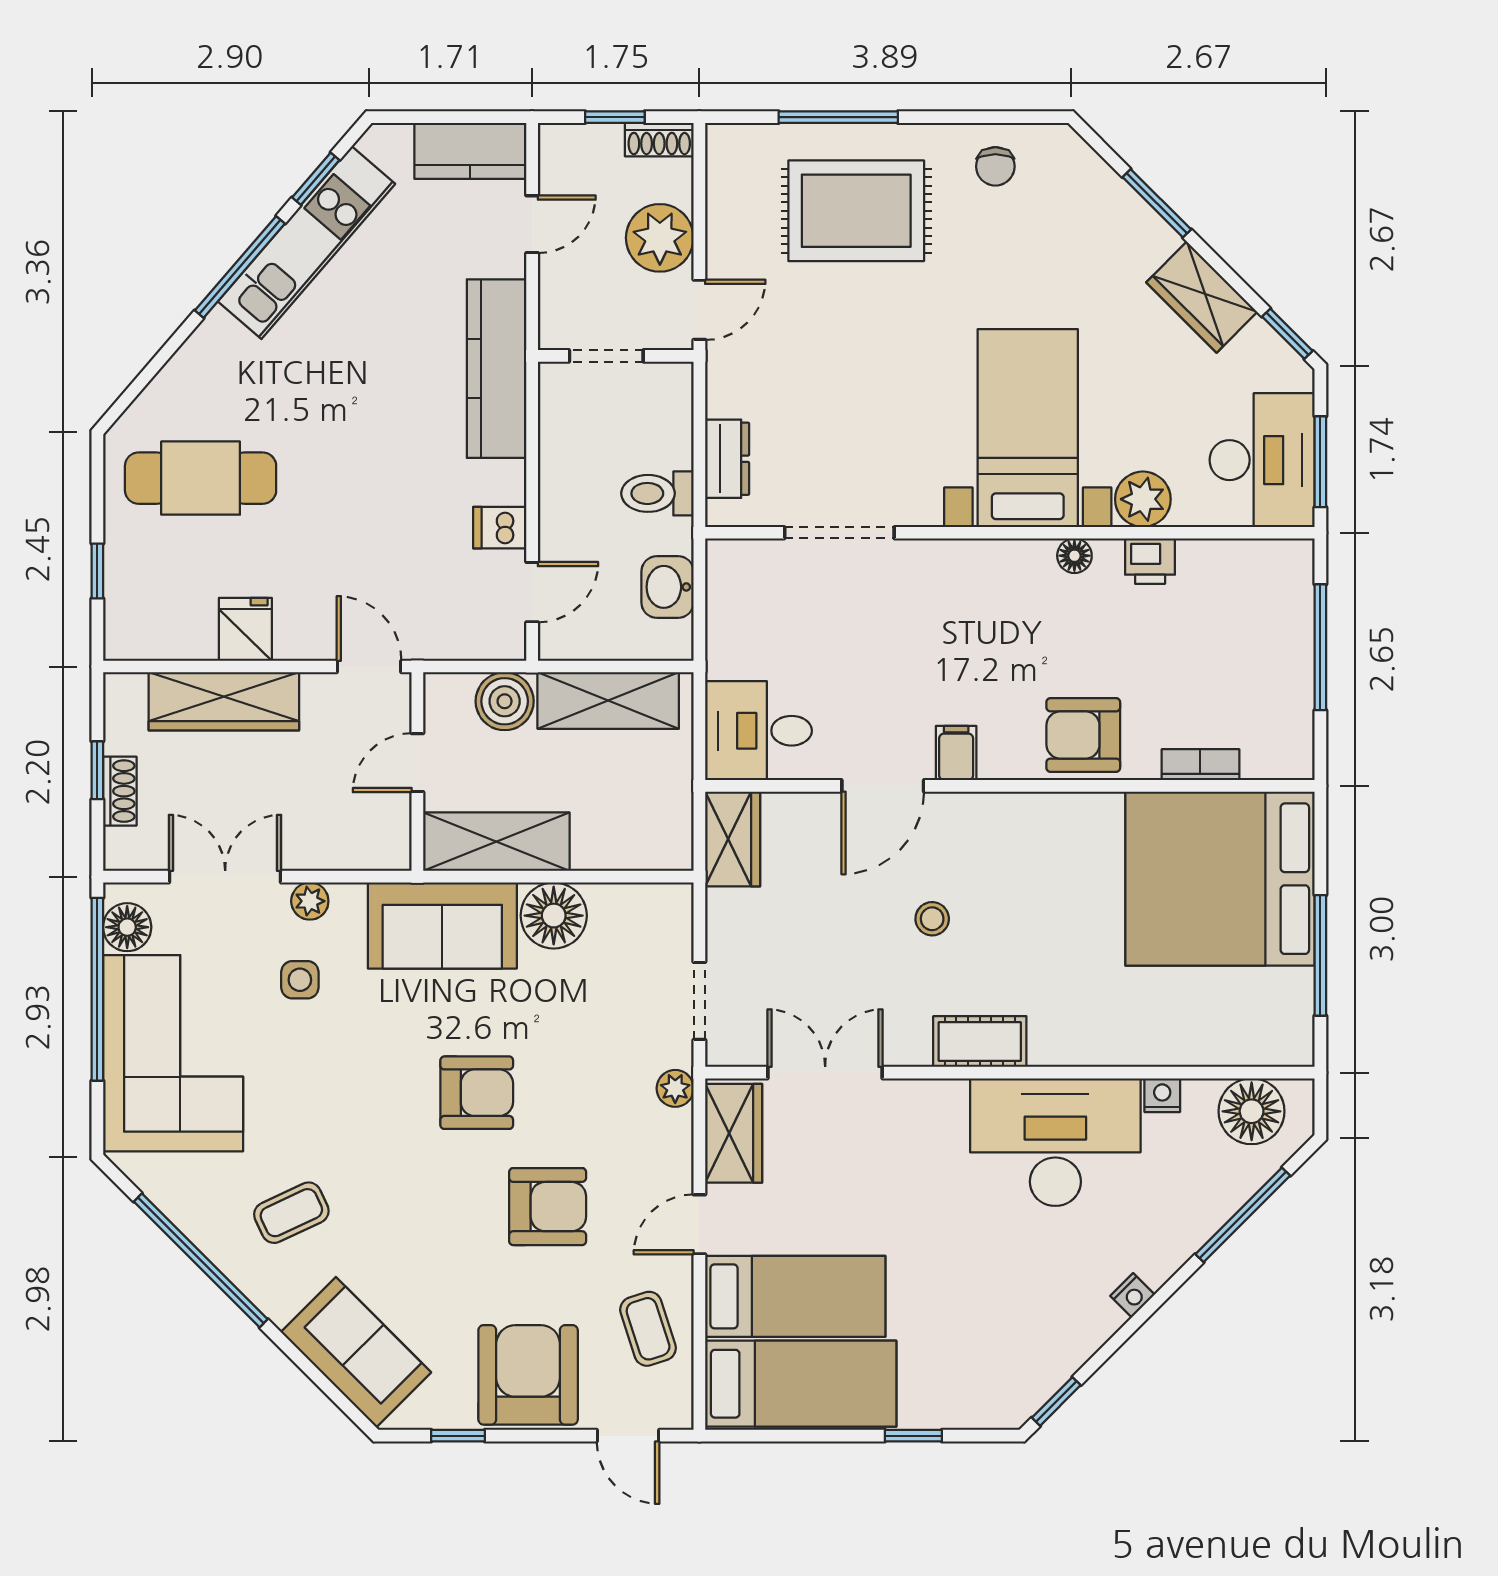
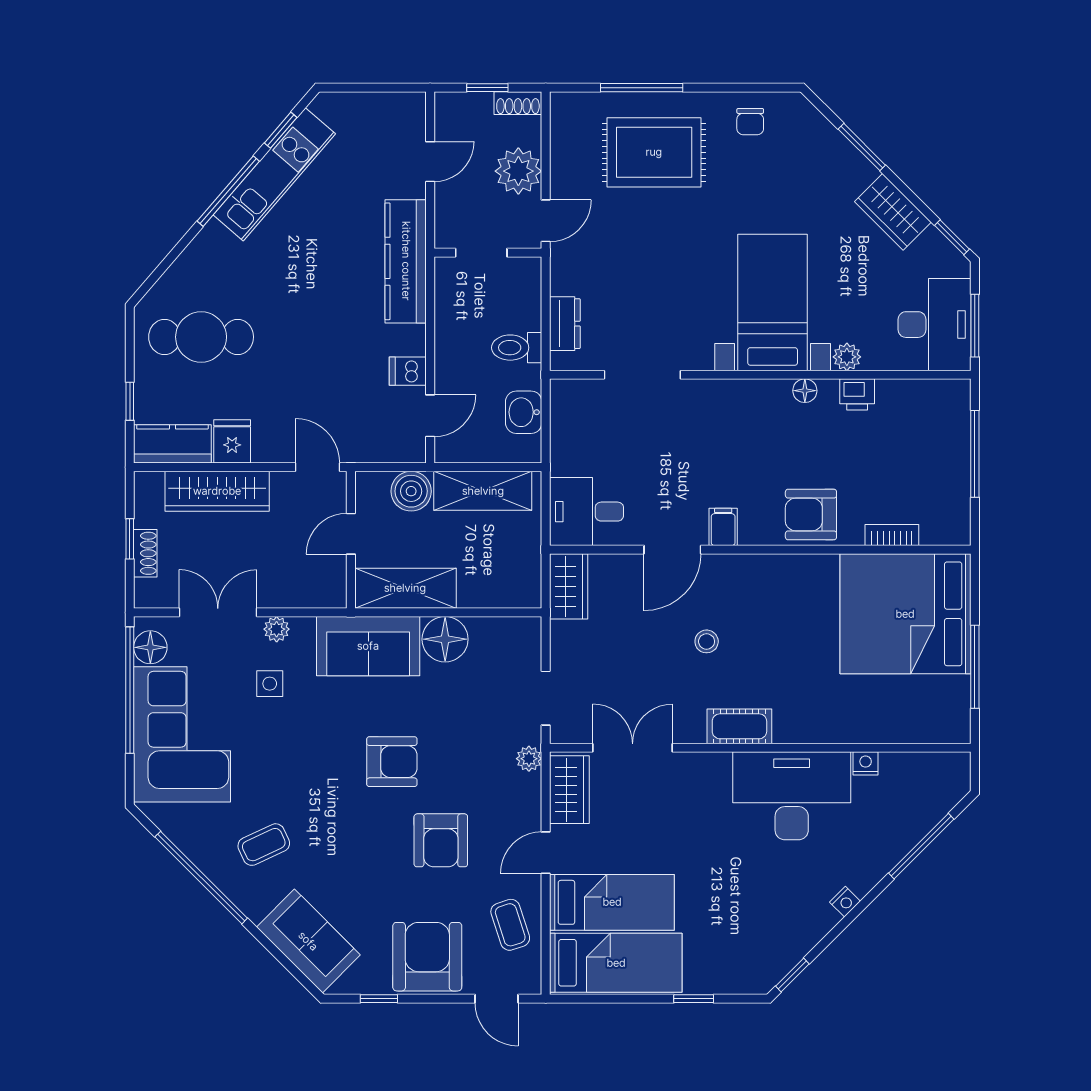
kitchen counter: (470, 151) -> (172, 444), moved, turned 180
plant: (1143, 499) -> (847, 357), width x0.73, depth x0.73
floor lamp: (1252, 1111) -> (927, 775), removed
armchair: (548, 1207) -> (441, 840), turned 90

